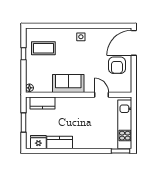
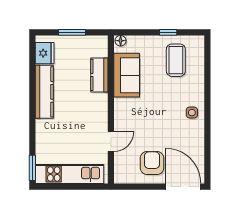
armchair: (117, 65) -> (152, 163), turned 90
sofa: (68, 83) -> (127, 75), moved
kitchen counter: (43, 103) -> (99, 75), moved
kitchen counter: (60, 142) -> (44, 92), width x1.50

